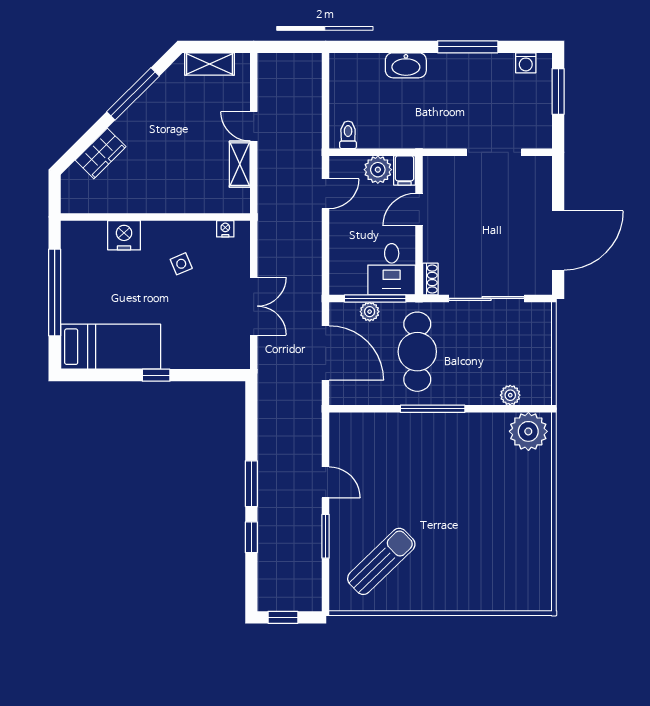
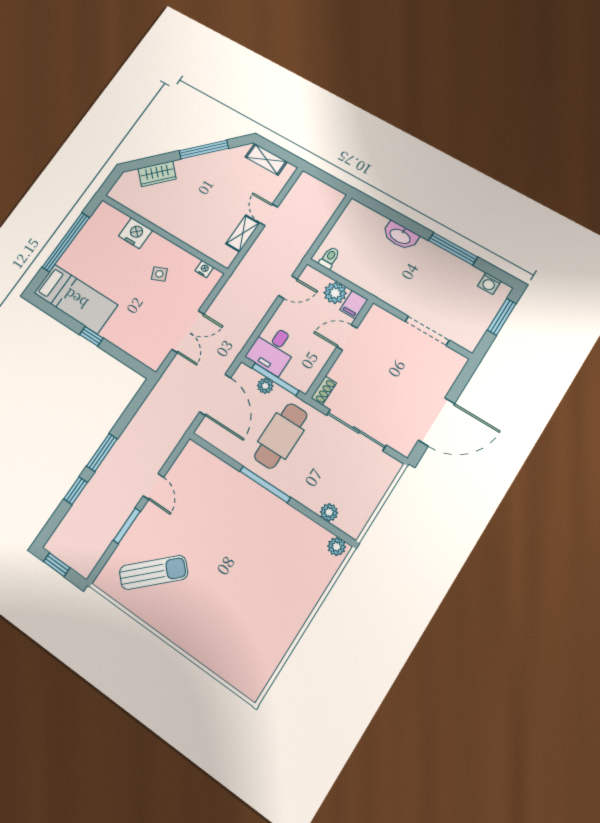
desk: (392, 269) -> (273, 349), moved
plant: (528, 431) -> (337, 547), width x0.53, depth x0.53

